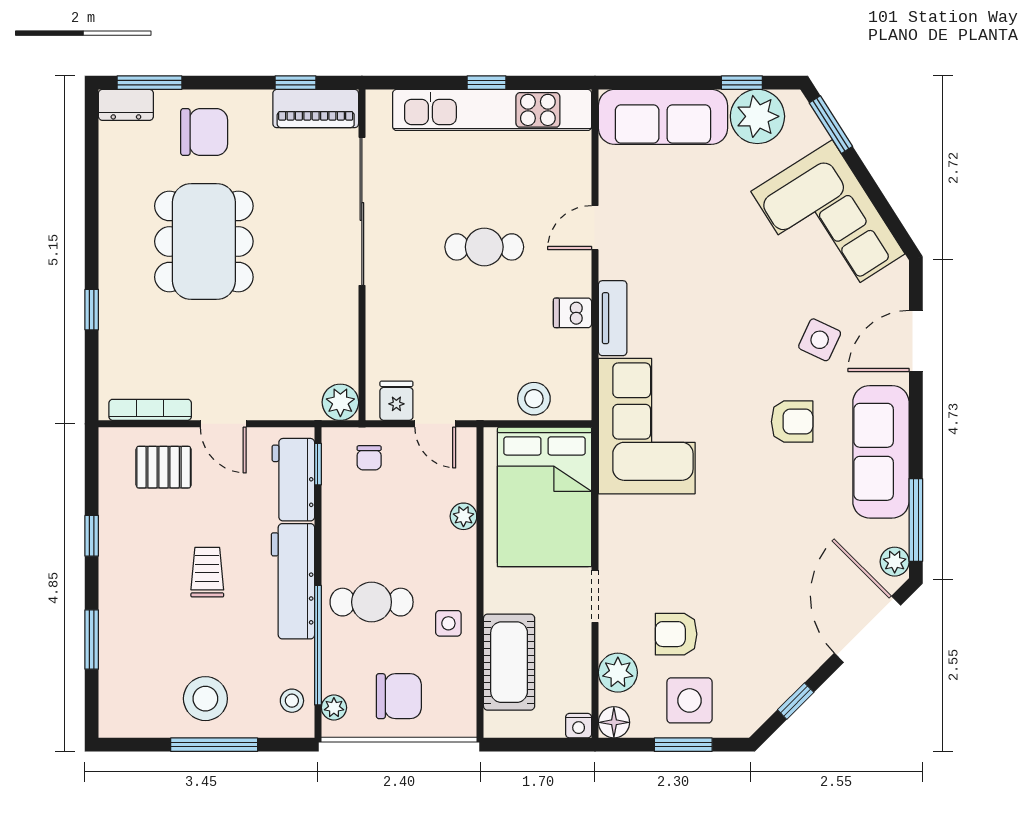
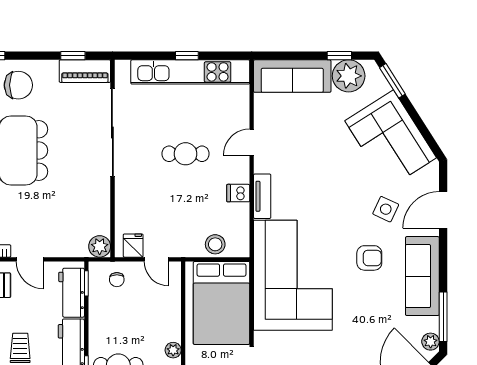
corner sofa: (647, 426) -> (293, 275), width x1.36, depth x1.36
plant: (463, 516) -> (173, 350), moved

